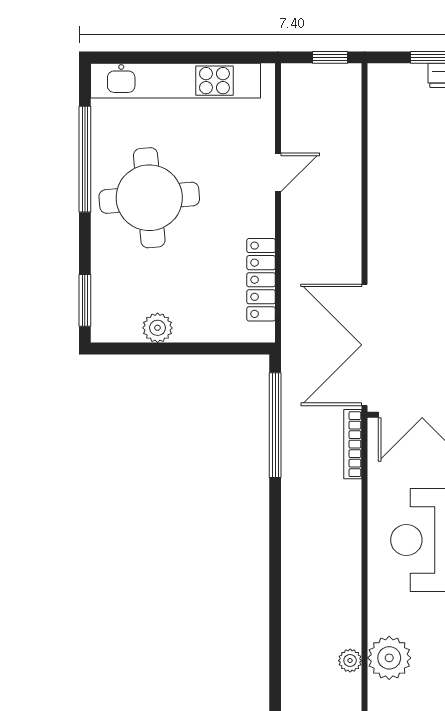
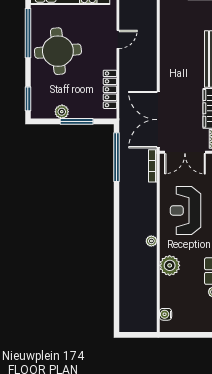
window: (189, 349) -> (77, 121), added
plant: (350, 661) -> (151, 241), moved

